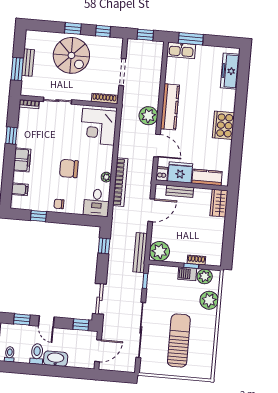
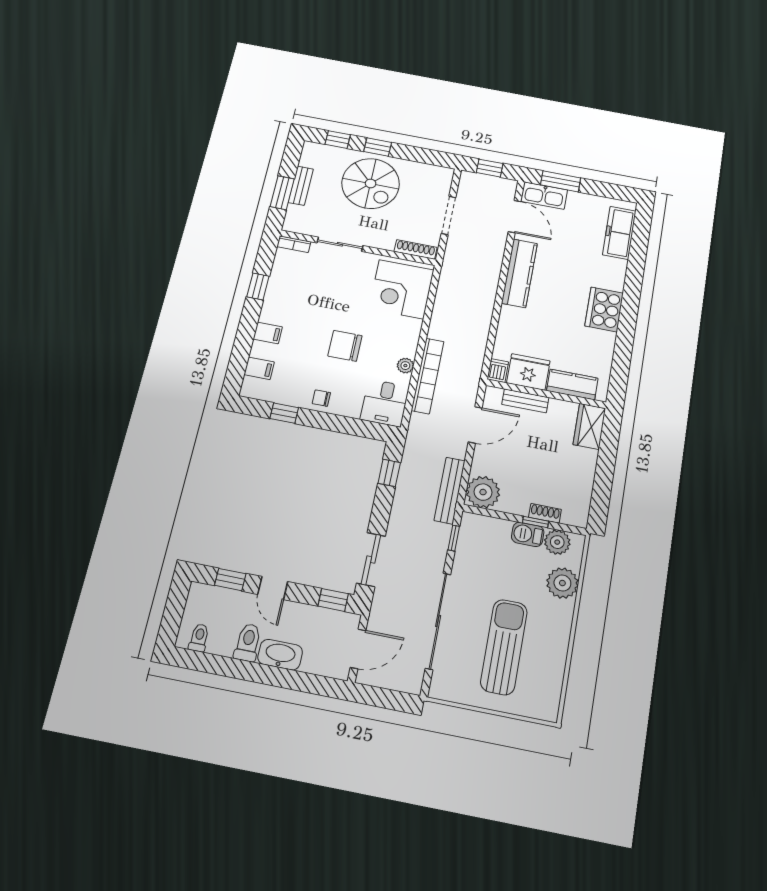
window: (103, 31) -> (338, 140), moved
plant: (148, 116) -> (484, 282), removed
door: (157, 146) -> (515, 217), moved
filing cabinet: (22, 160) -> (268, 333), width x0.50

